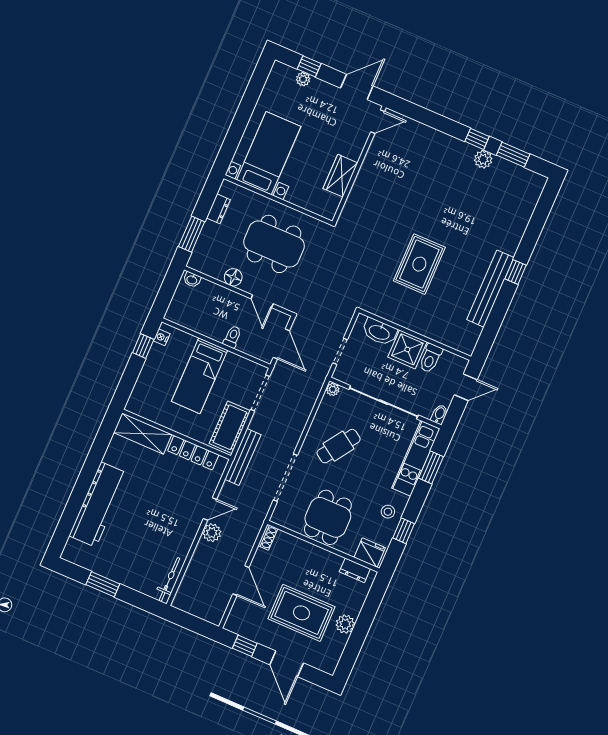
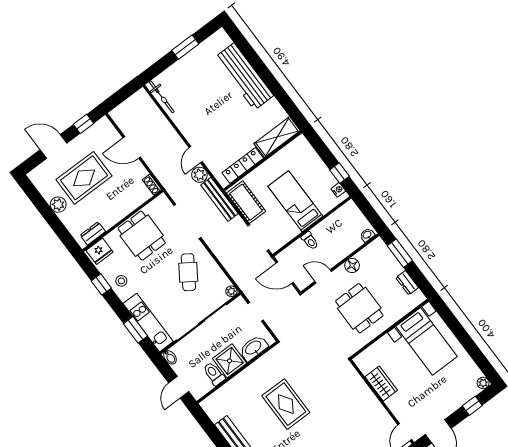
plant: (303, 79) -> (483, 383), moved
dining table: (274, 244) -> (359, 308), width x0.73
plant: (212, 533) -> (199, 175), moved

